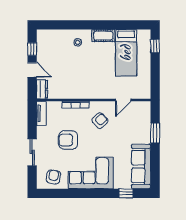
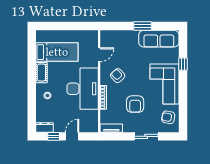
window: (155, 46) -> (51, 26), removed
desk: (85, 82) -> (83, 89), added
dresser: (42, 89) -> (44, 127), moved
door: (123, 100) -> (99, 55), hinge flipped
window: (155, 133) -> (143, 26), moved
window: (126, 193) -> (183, 64), moved

